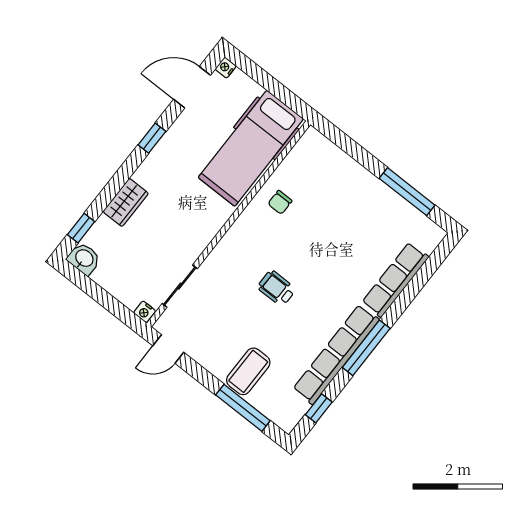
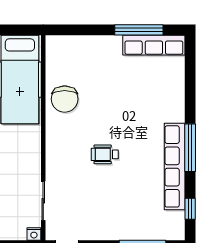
chair: (280, 202) -> (65, 99), width x1.87, depth x1.87
row of seats: (395, 280) -> (154, 45), moved, turned -90
coffee table: (248, 371) -> (128, 220), removed

